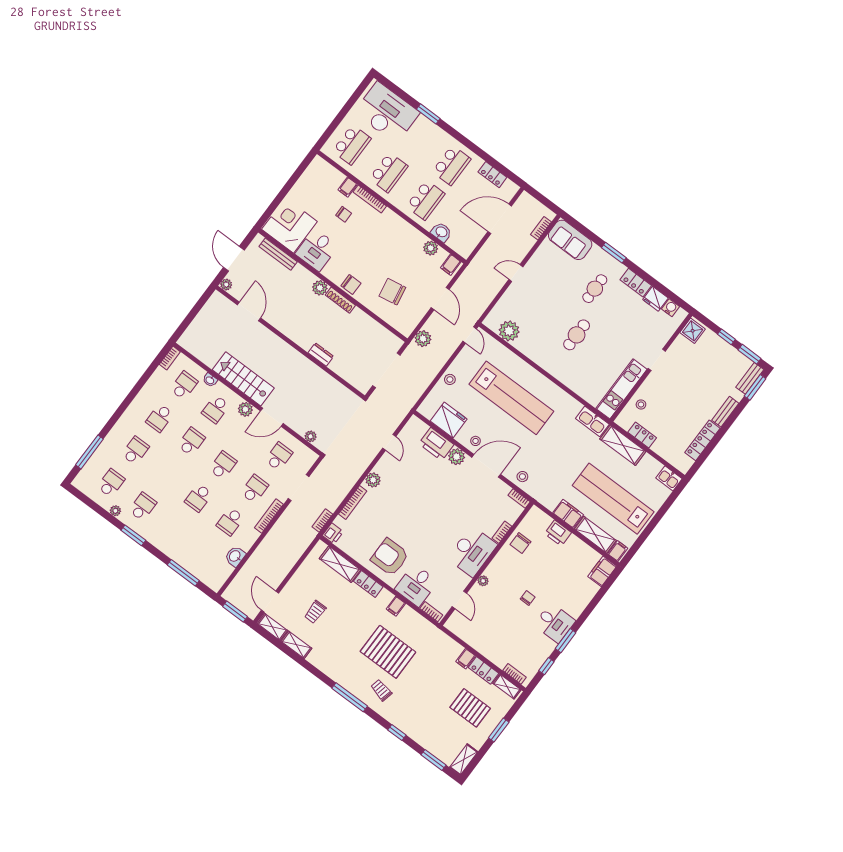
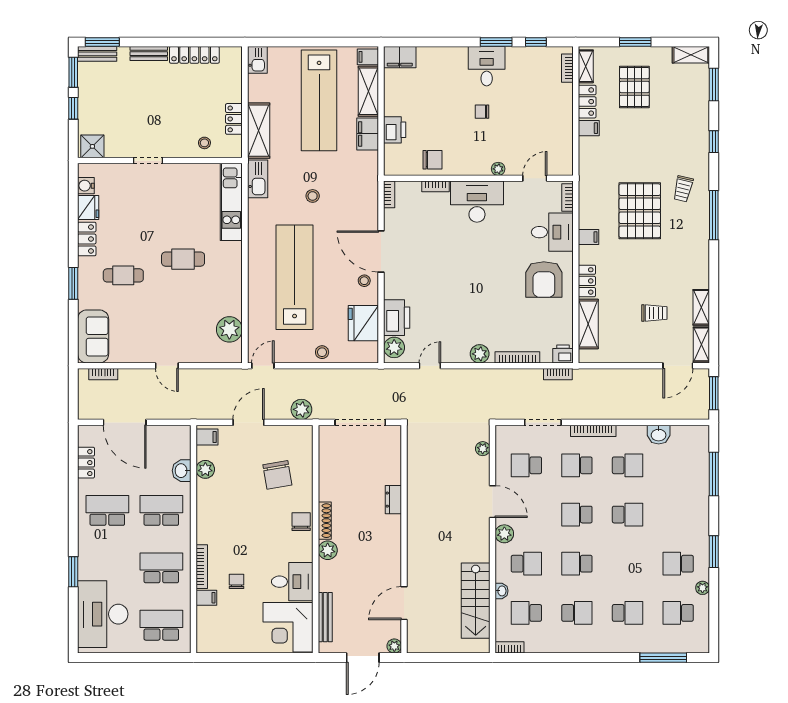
stairs: (243, 379) -> (476, 601), moved
kitchen unit: (621, 389) -> (231, 202), moved, turned 90
school desk: (135, 450) -> (628, 613), turned 180
plant: (457, 457) -> (394, 347), moved
stool: (522, 477) -> (313, 196), moved

